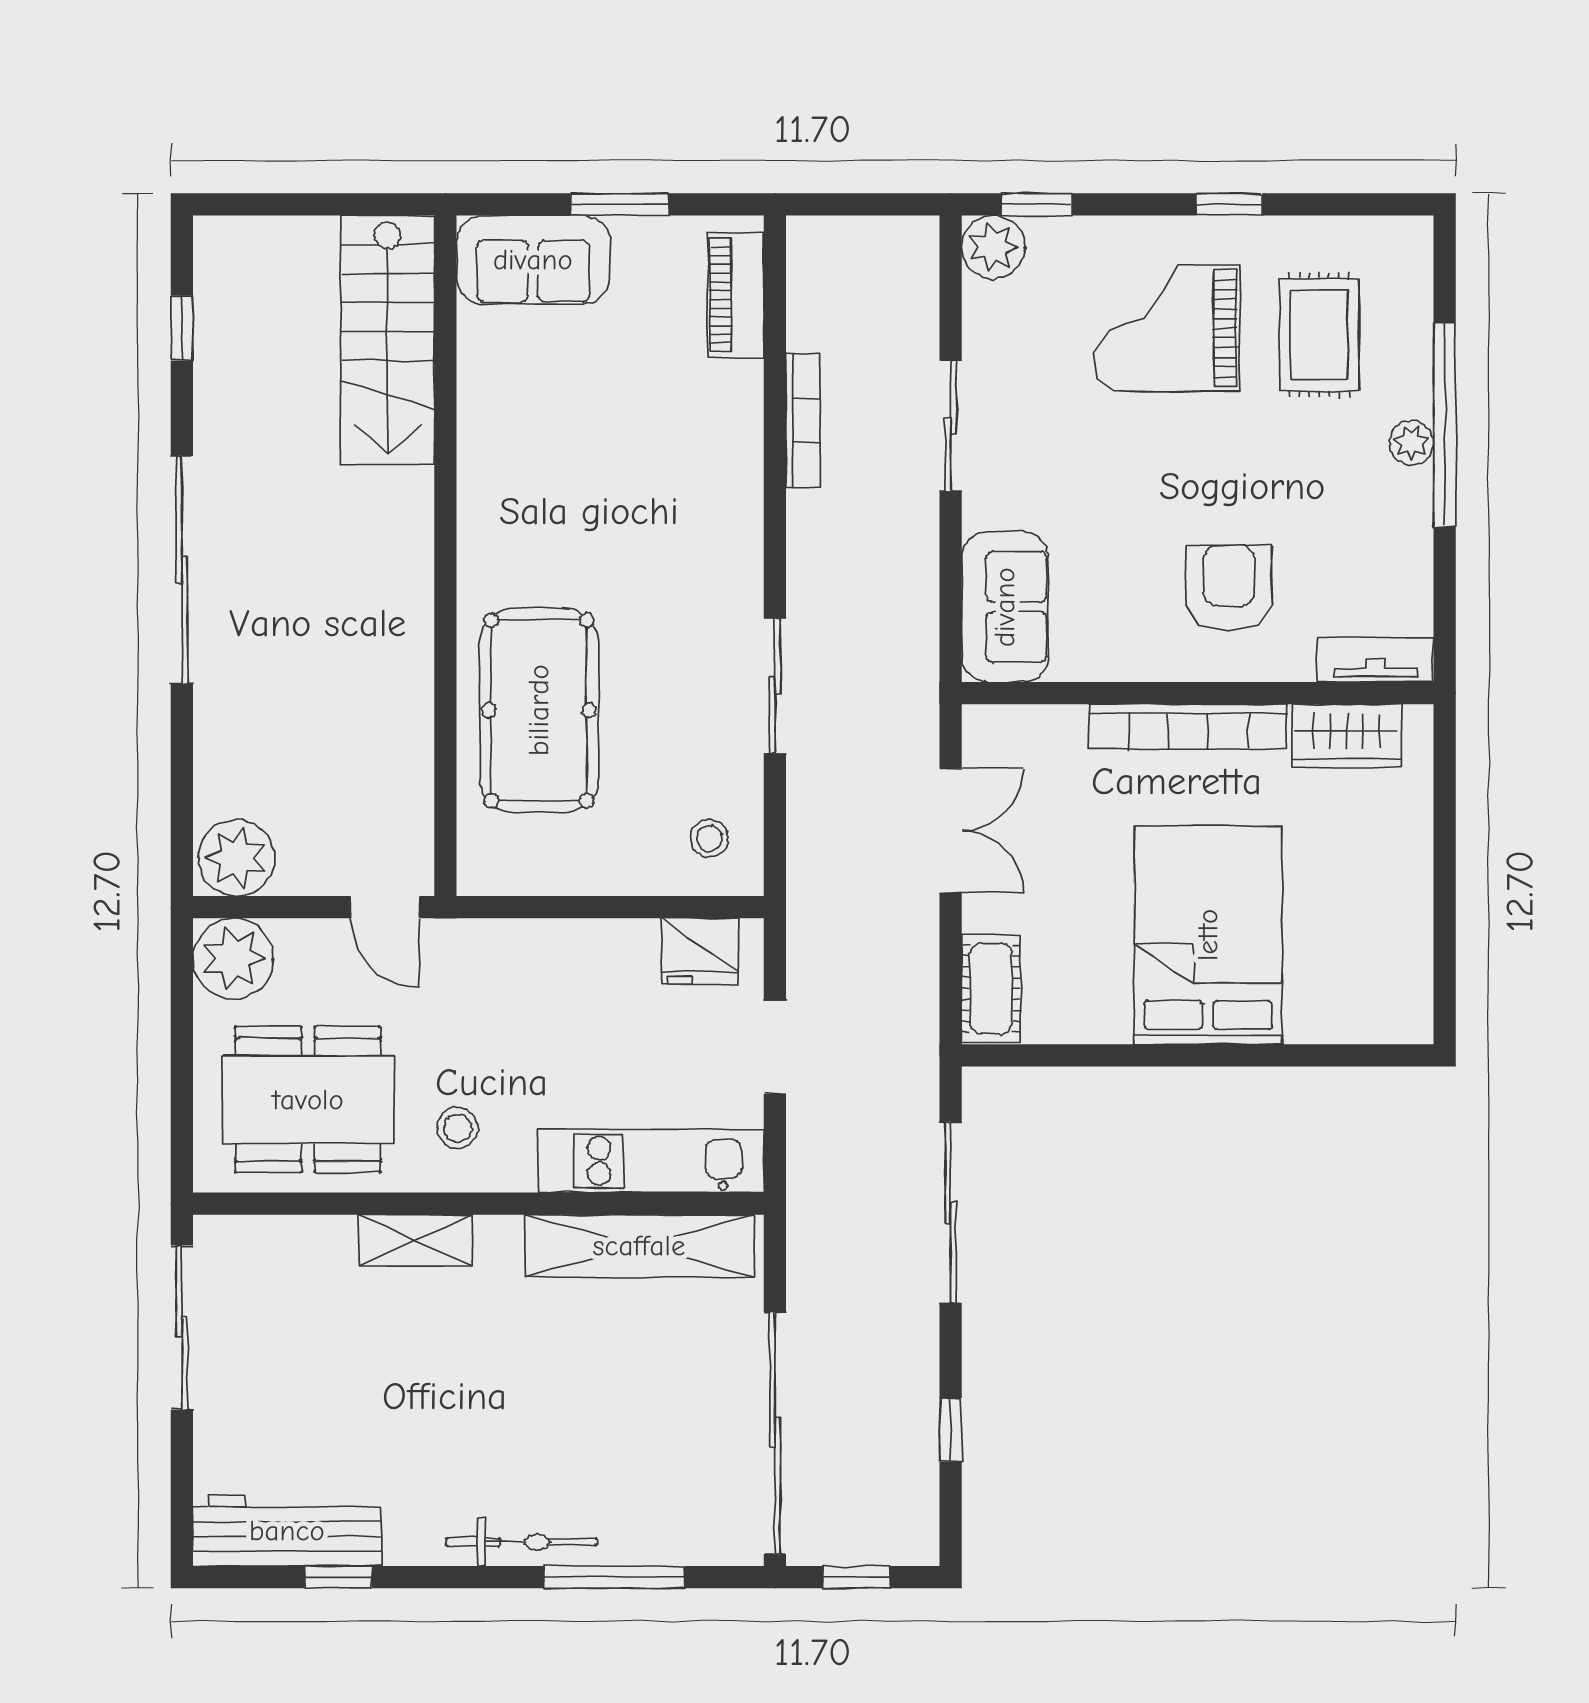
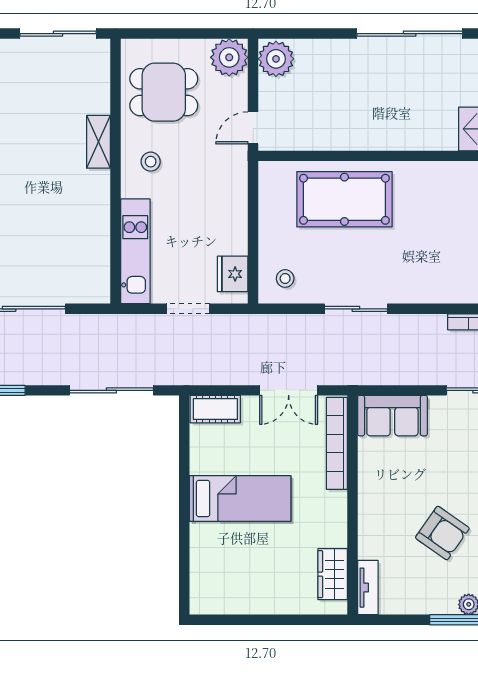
armchair: (1229, 588) -> (442, 533), moved, turned 35
bookcase: (1188, 727) -> (337, 443), moved
bed: (1208, 935) -> (240, 498), width x0.67
dining table: (308, 1100) -> (164, 92), width x0.73
shelving: (639, 1246) -> (96, 246), removed

